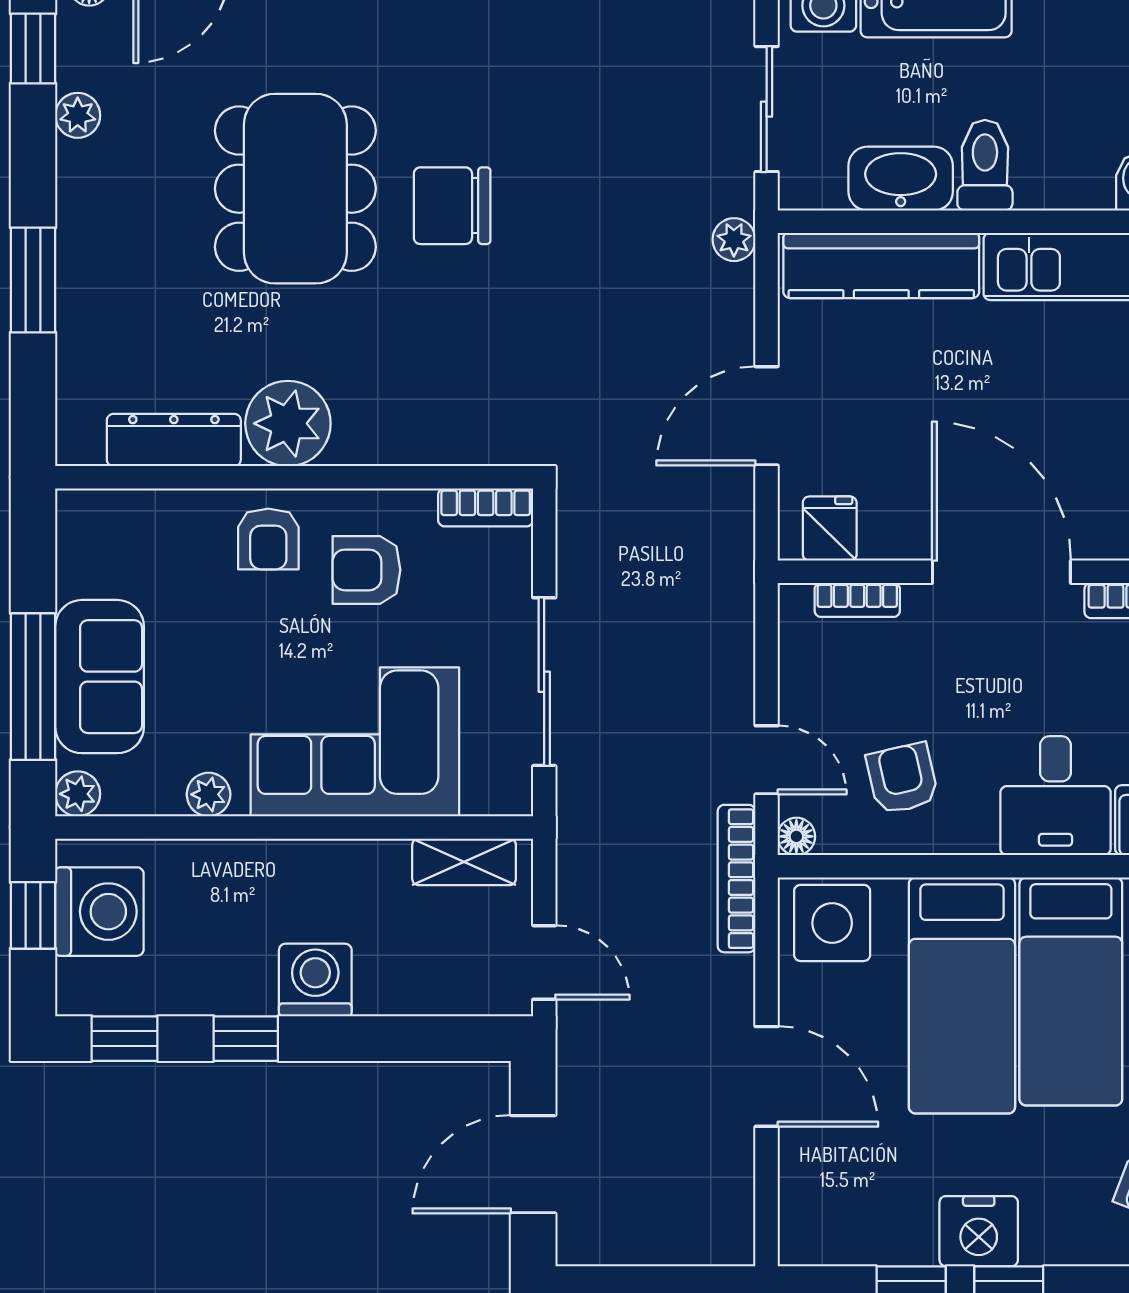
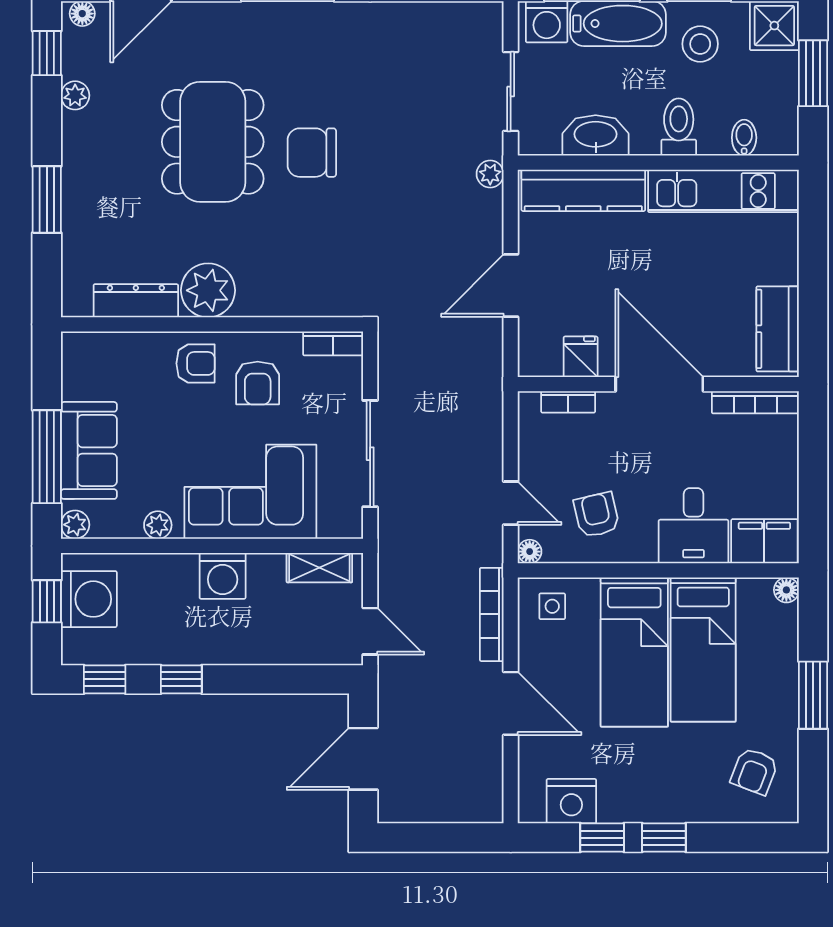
stool: (1066, 34) -> (700, 44), added
toilet: (985, 165) -> (679, 127), moved
fridge: (830, 529) -> (581, 357), moved
armchair: (268, 539) -> (196, 363), turned -90
armchair: (366, 570) -> (258, 383), turned -90
bookcase: (737, 879) -> (492, 614), moved
side table: (832, 923) -> (552, 606), width x0.54, depth x0.54
washing machine: (315, 980) -> (223, 576), moved, turned 180
nightstand: (979, 1231) -> (571, 801), moved

